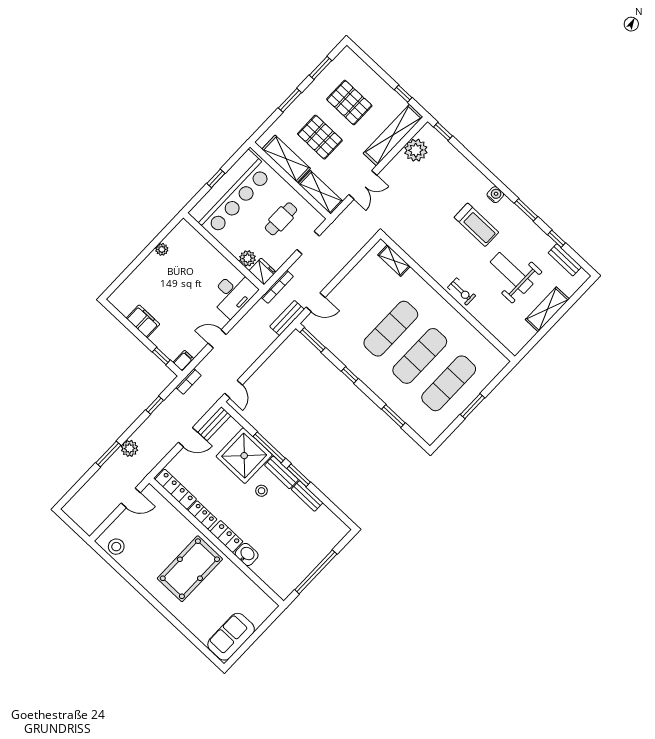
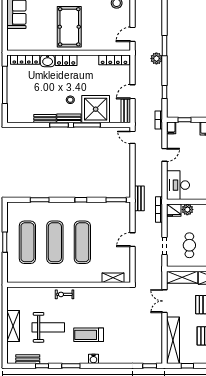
plant: (416, 150) -> (154, 343), removed
door: (316, 302) -> (132, 240), moved
locker: (202, 515) -> (25, 60), moved, width x1.53

